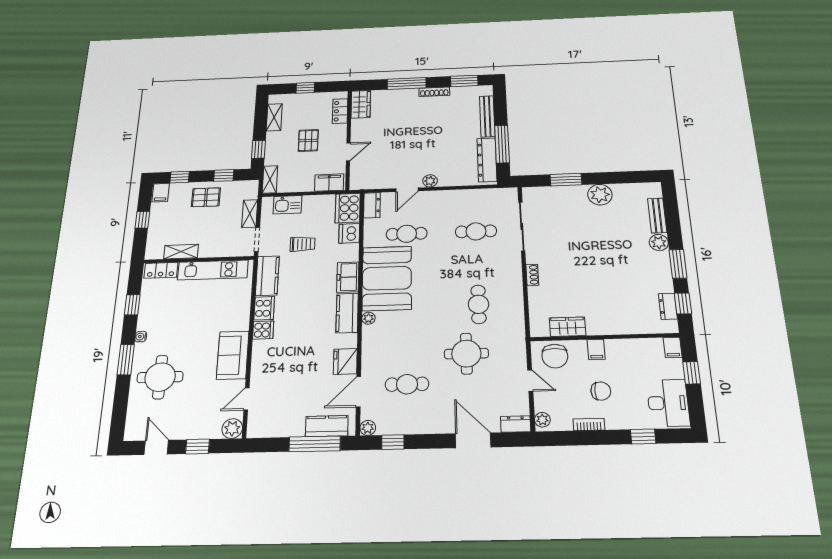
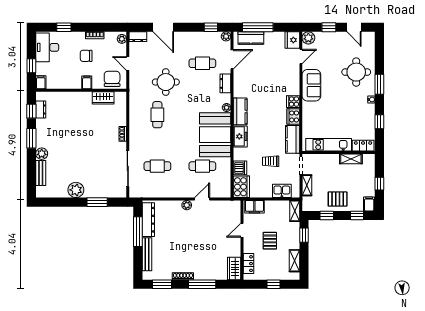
dresser: (372, 205) -> (225, 83), moved
fridge: (345, 361) -> (292, 40), moved, turned 180

